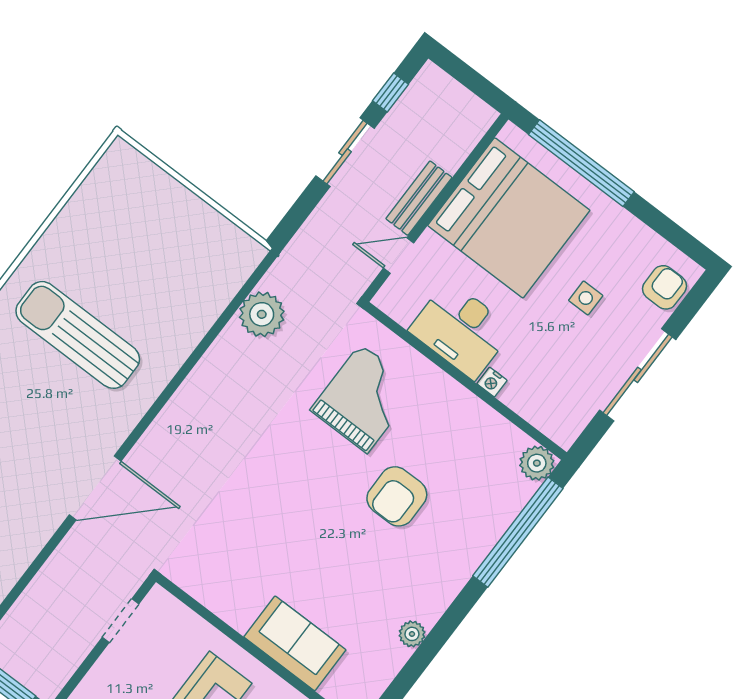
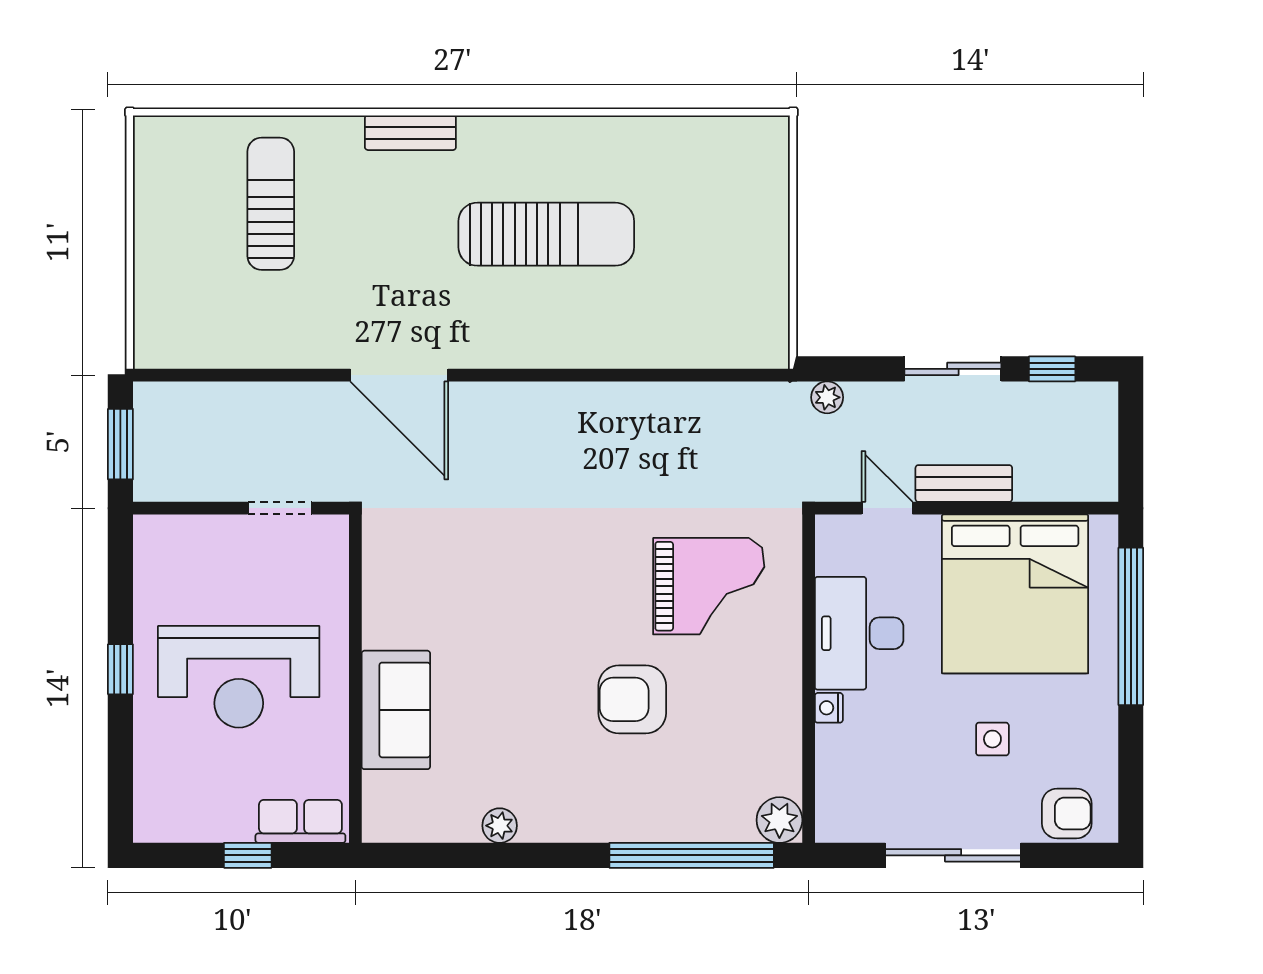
plant: (262, 314) -> (827, 397), moved, width x0.53, depth x0.53
sun lounger: (78, 335) -> (546, 234), turned 90

